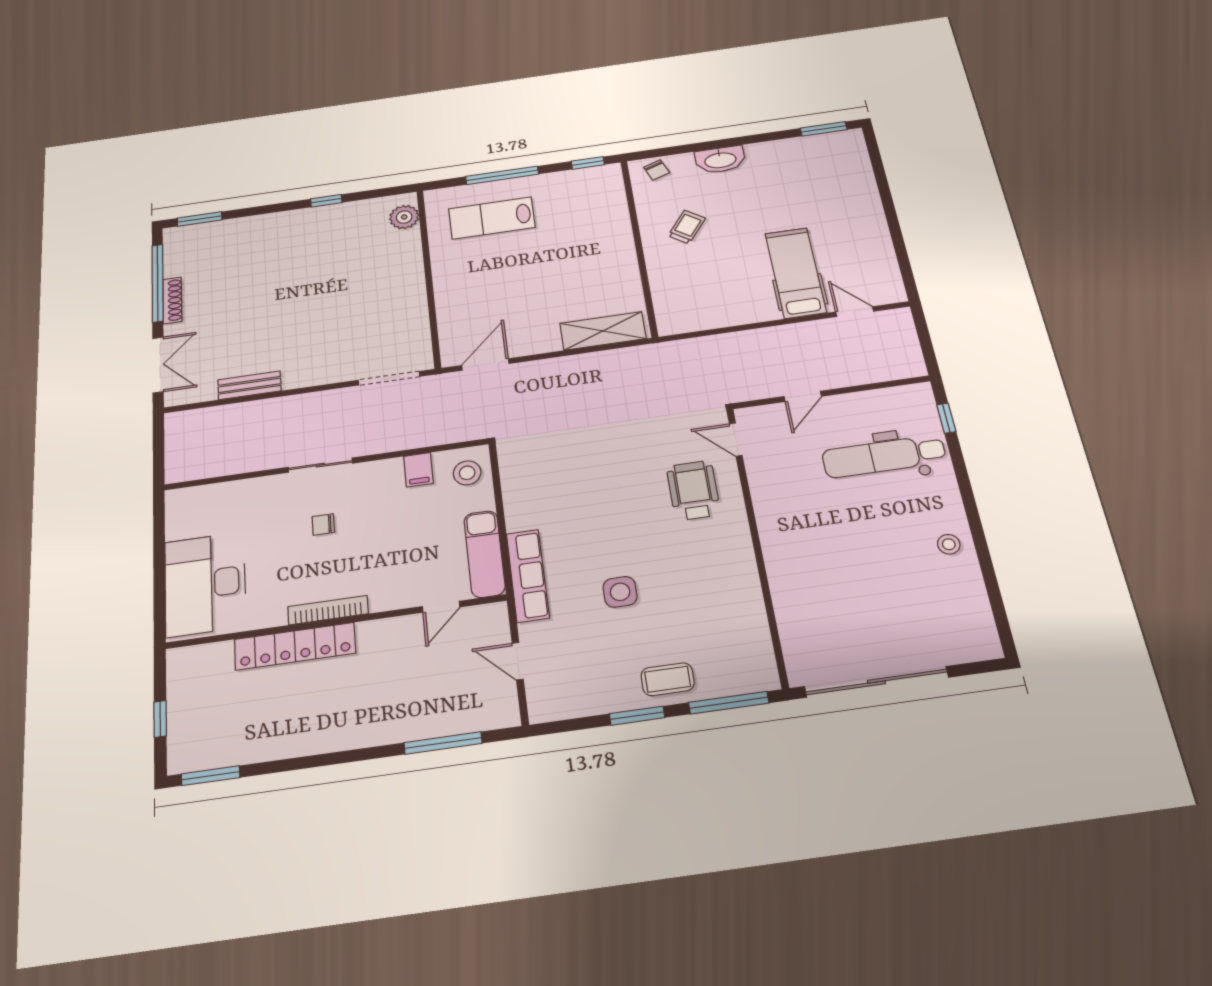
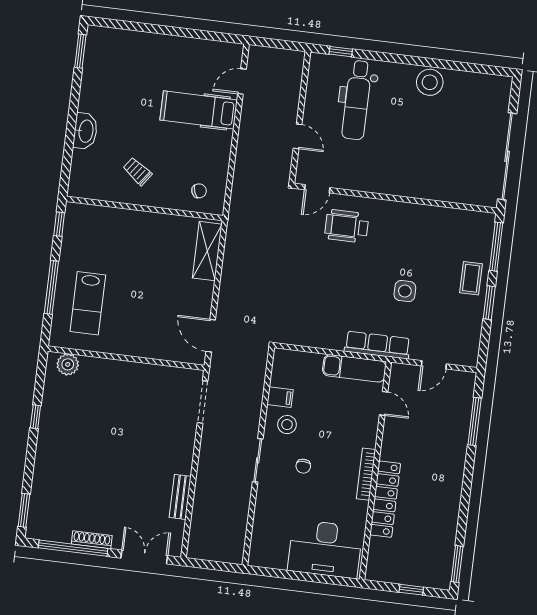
chair: (657, 170) -> (199, 191), moved
stool: (467, 473) -> (287, 425), moved
stool: (949, 544) -> (430, 82), width x1.89, depth x1.89

